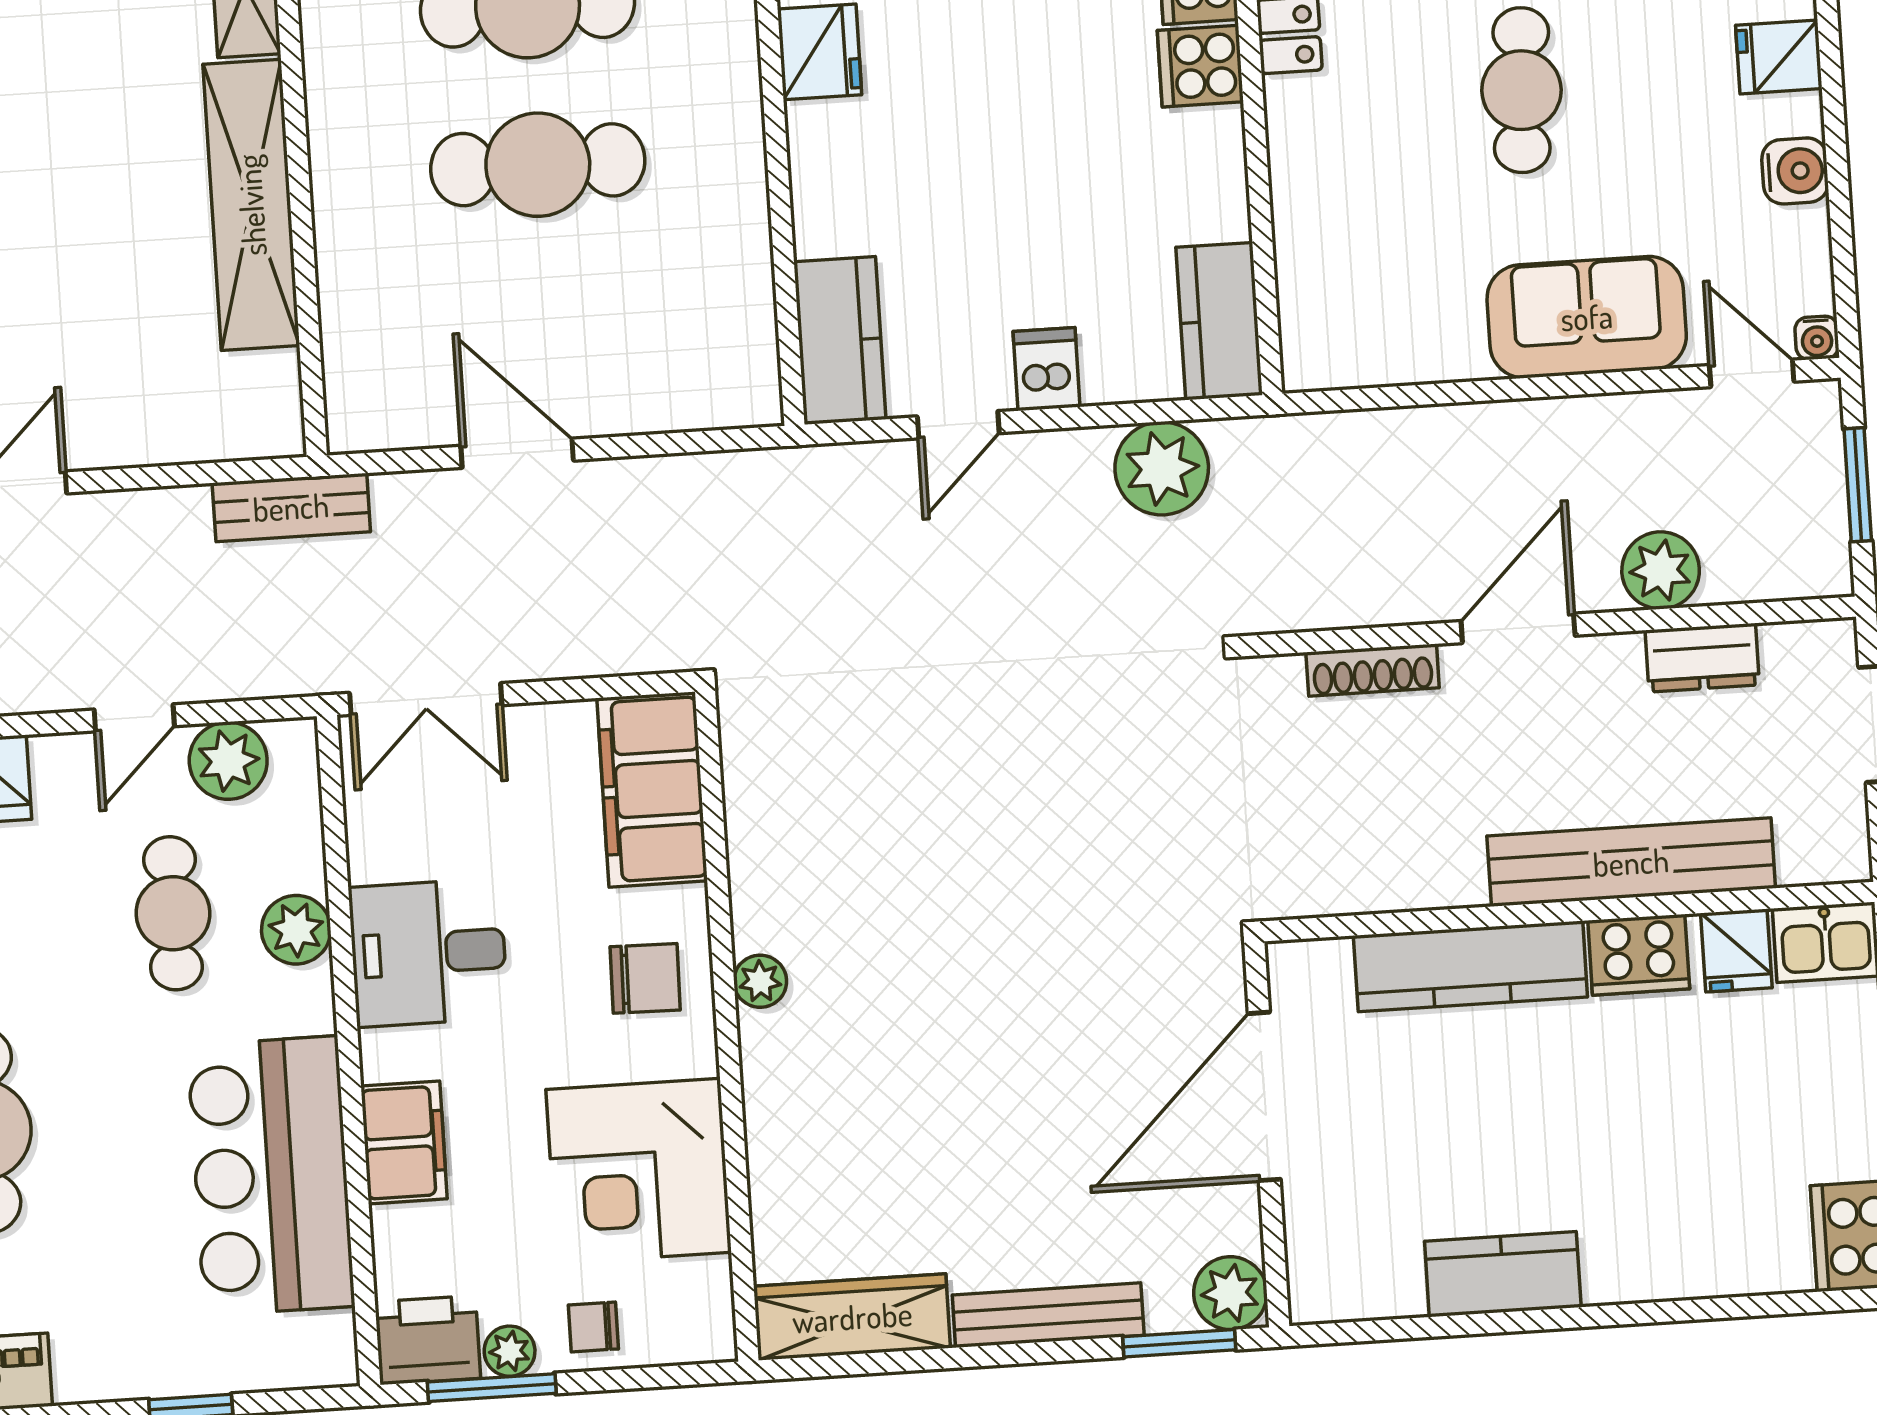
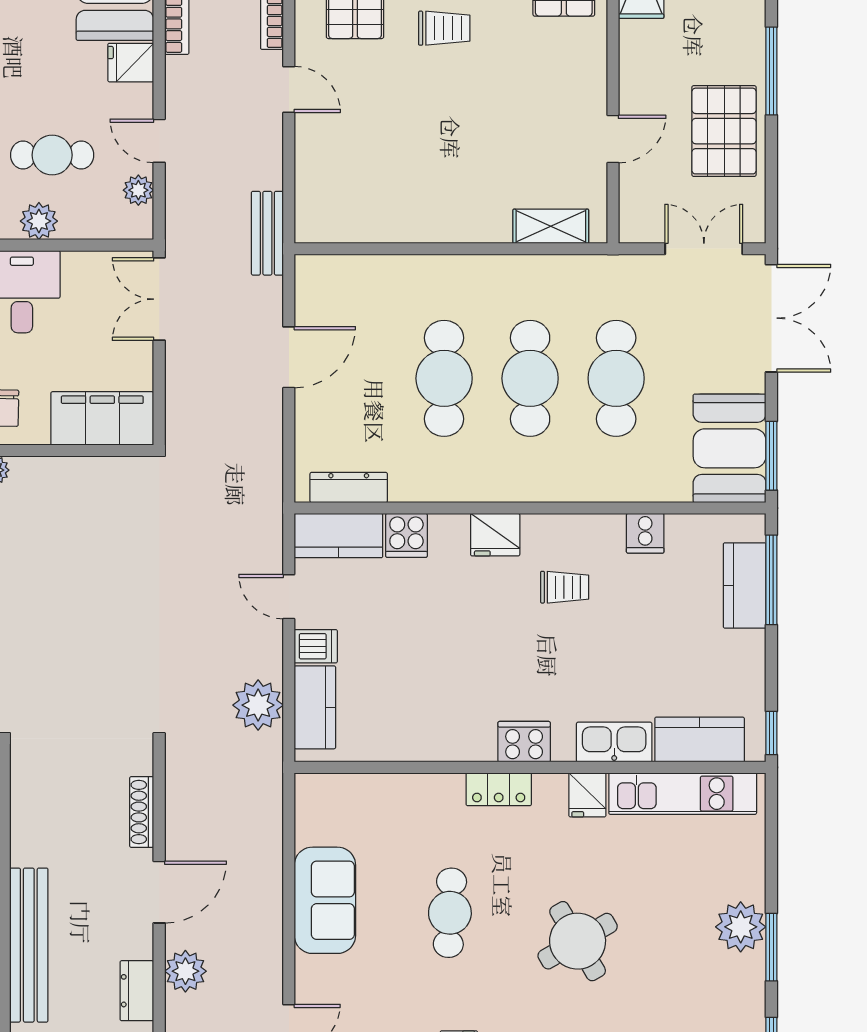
cooker: (1200, 66) -> (406, 535), moved, turned 180
cafe table: (1522, 90) -> (450, 913), turned 90
shelving: (251, 205) -> (432, 222), removed
sofa: (1587, 317) -> (325, 900), moved
kitchen counter: (1219, 321) -> (315, 707), moved, turned 90
dresser: (750, 327) -> (349, 487), added
door: (1518, 628) -> (159, 892), hinge flipped
plant: (228, 761) -> (138, 190), width x0.73, depth x0.73

